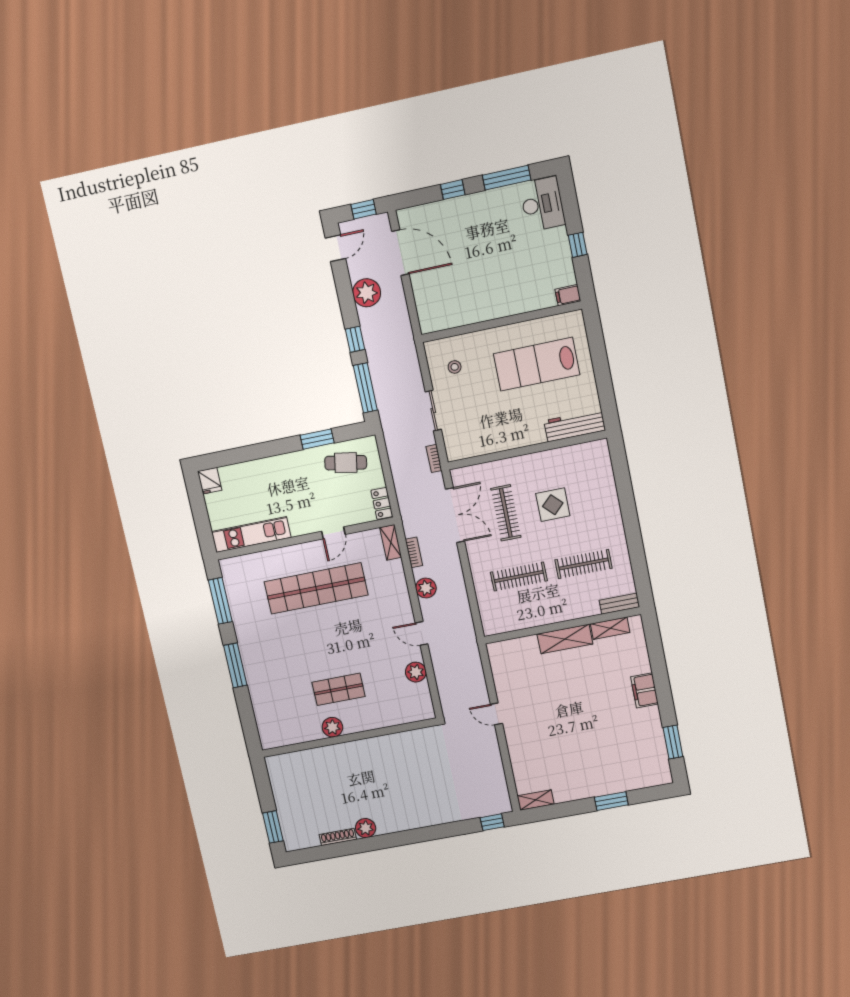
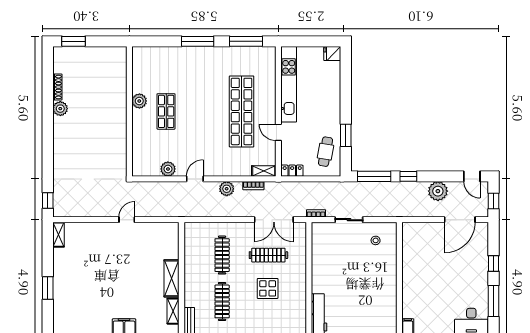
lab bench: (537, 364) -> (366, 296), removed
kitchen unit: (251, 535) -> (289, 84), width x1.36

